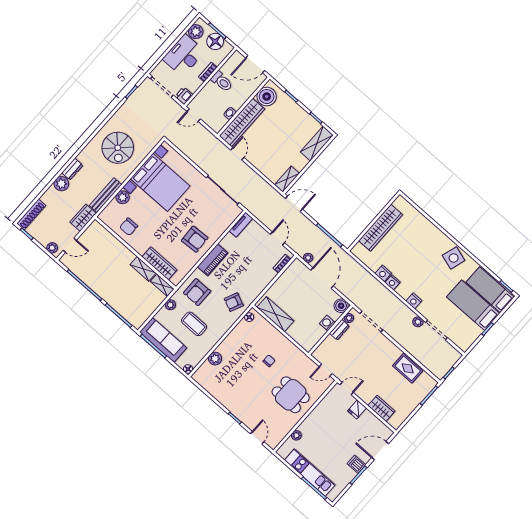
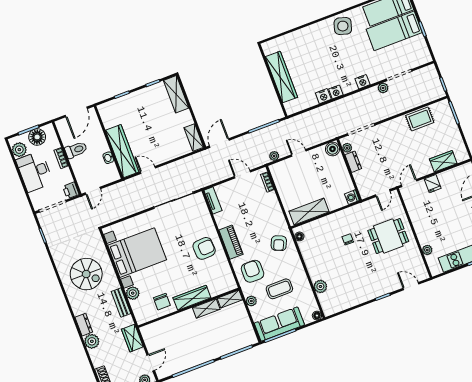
boiler: (267, 97) -> (111, 117), removed
bench: (105, 195) -> (121, 303), width x0.73
wardrobe: (159, 263) -> (192, 298), moved
door: (322, 278) -> (299, 153), width x0.53
armchair: (197, 292) -> (253, 271), turned 180
washing machine: (327, 323) -> (352, 197), moved

